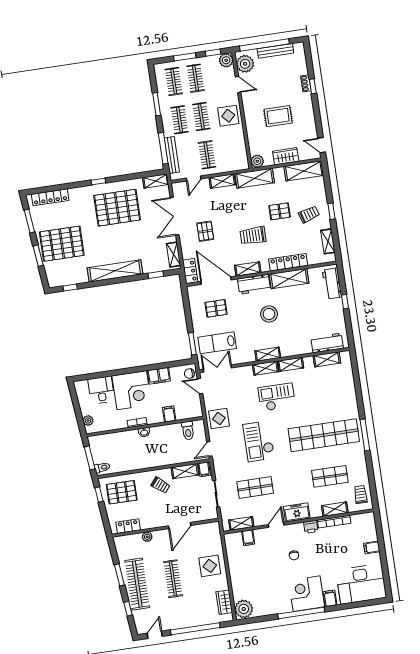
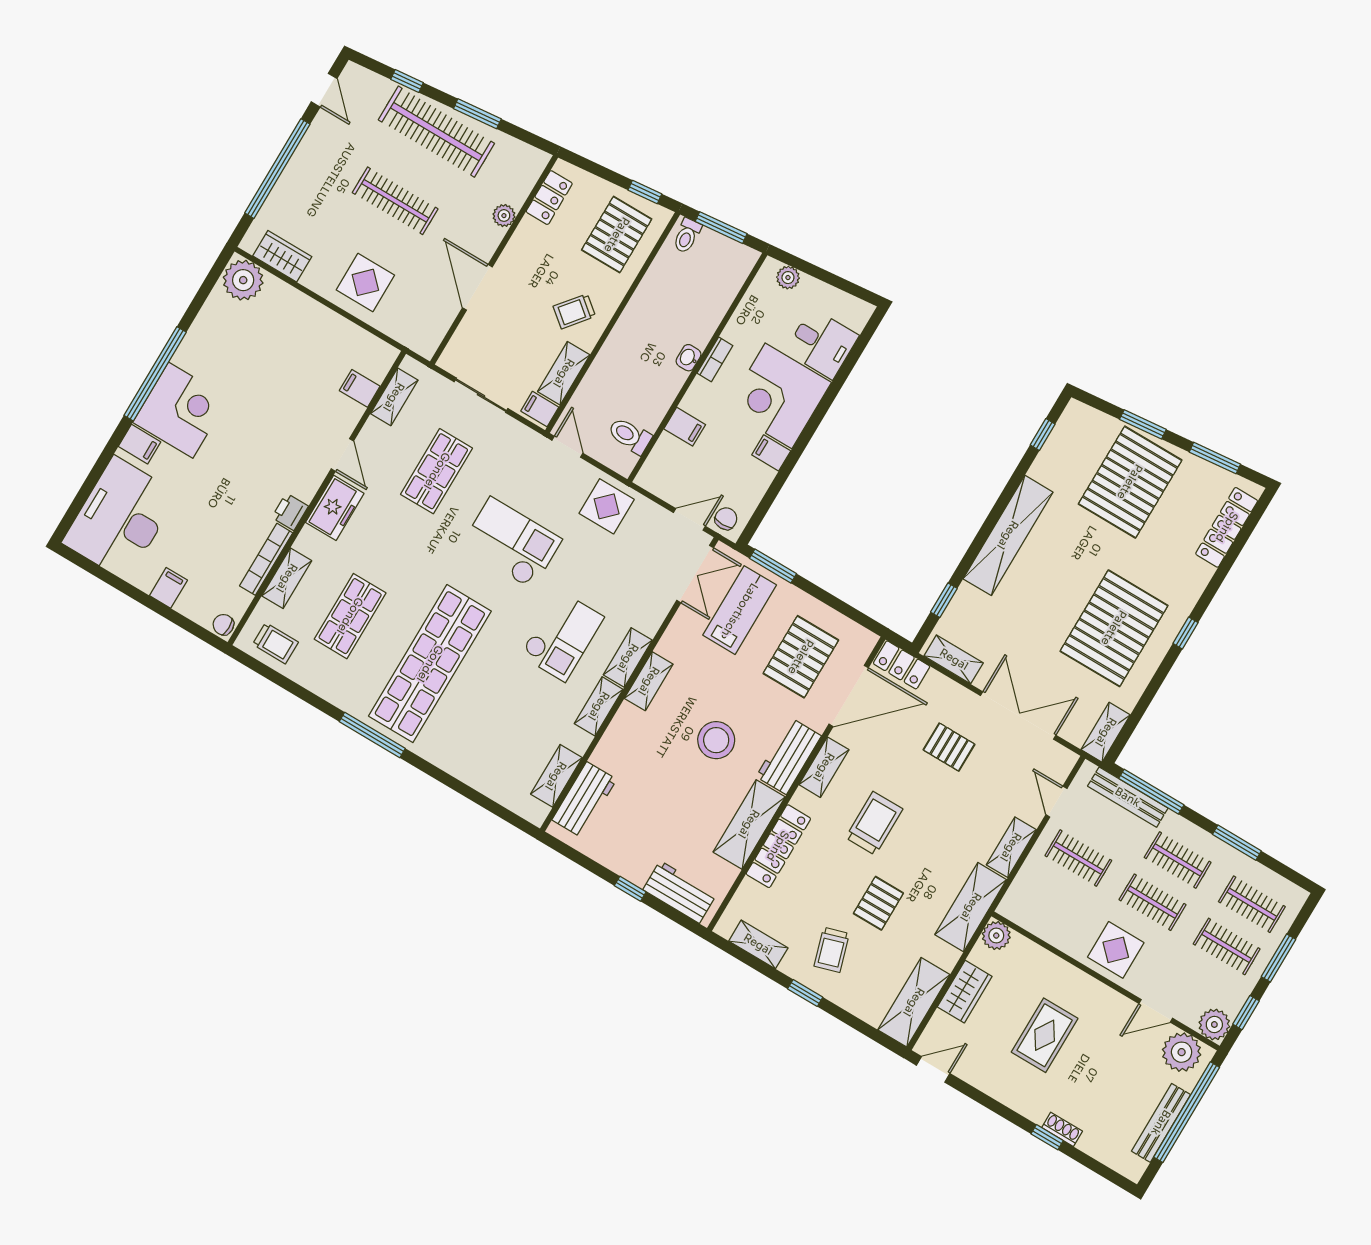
pallet: (216, 308) -> (801, 657), width x1.50, depth x1.42
filing cabinet: (159, 376) -> (771, 453), width x0.50
chair: (294, 555) -> (223, 625), moved

